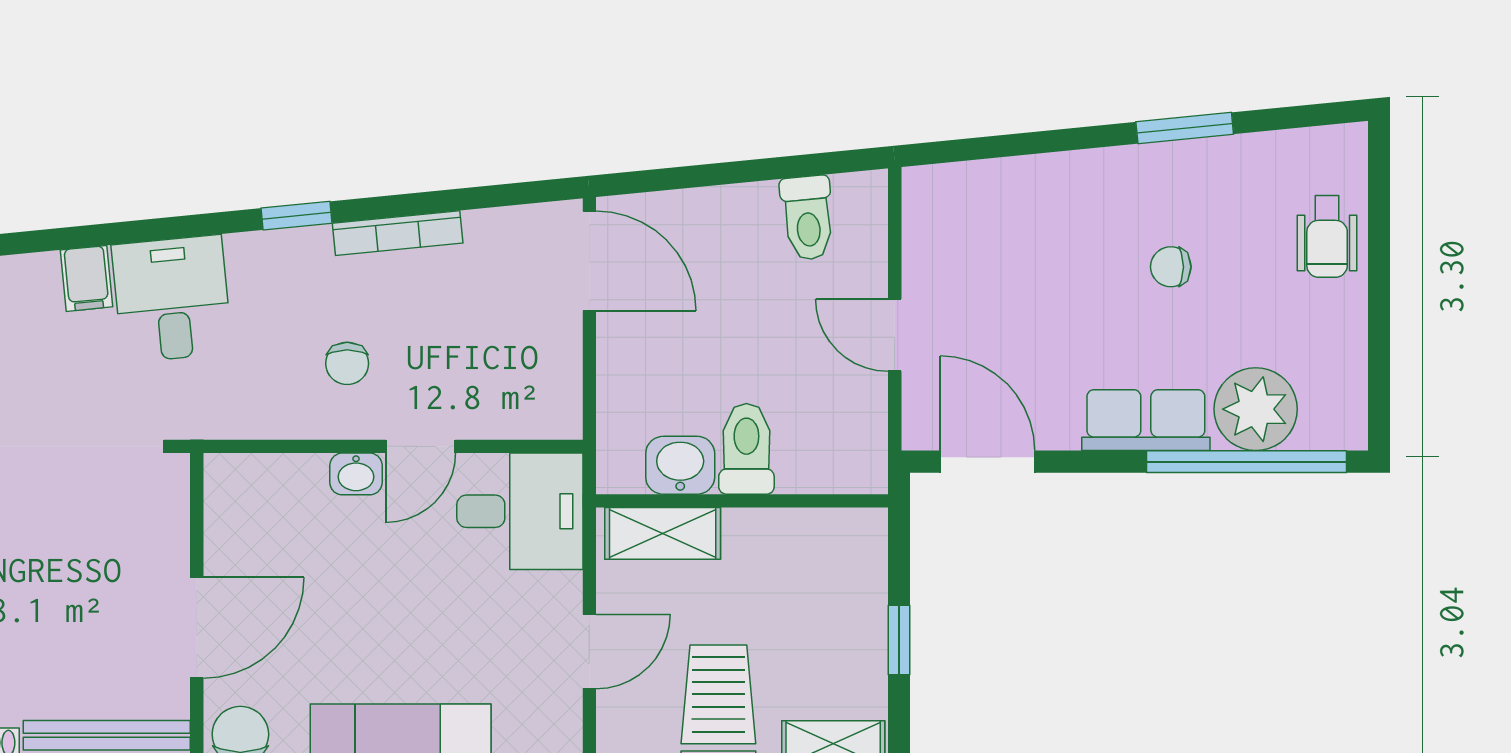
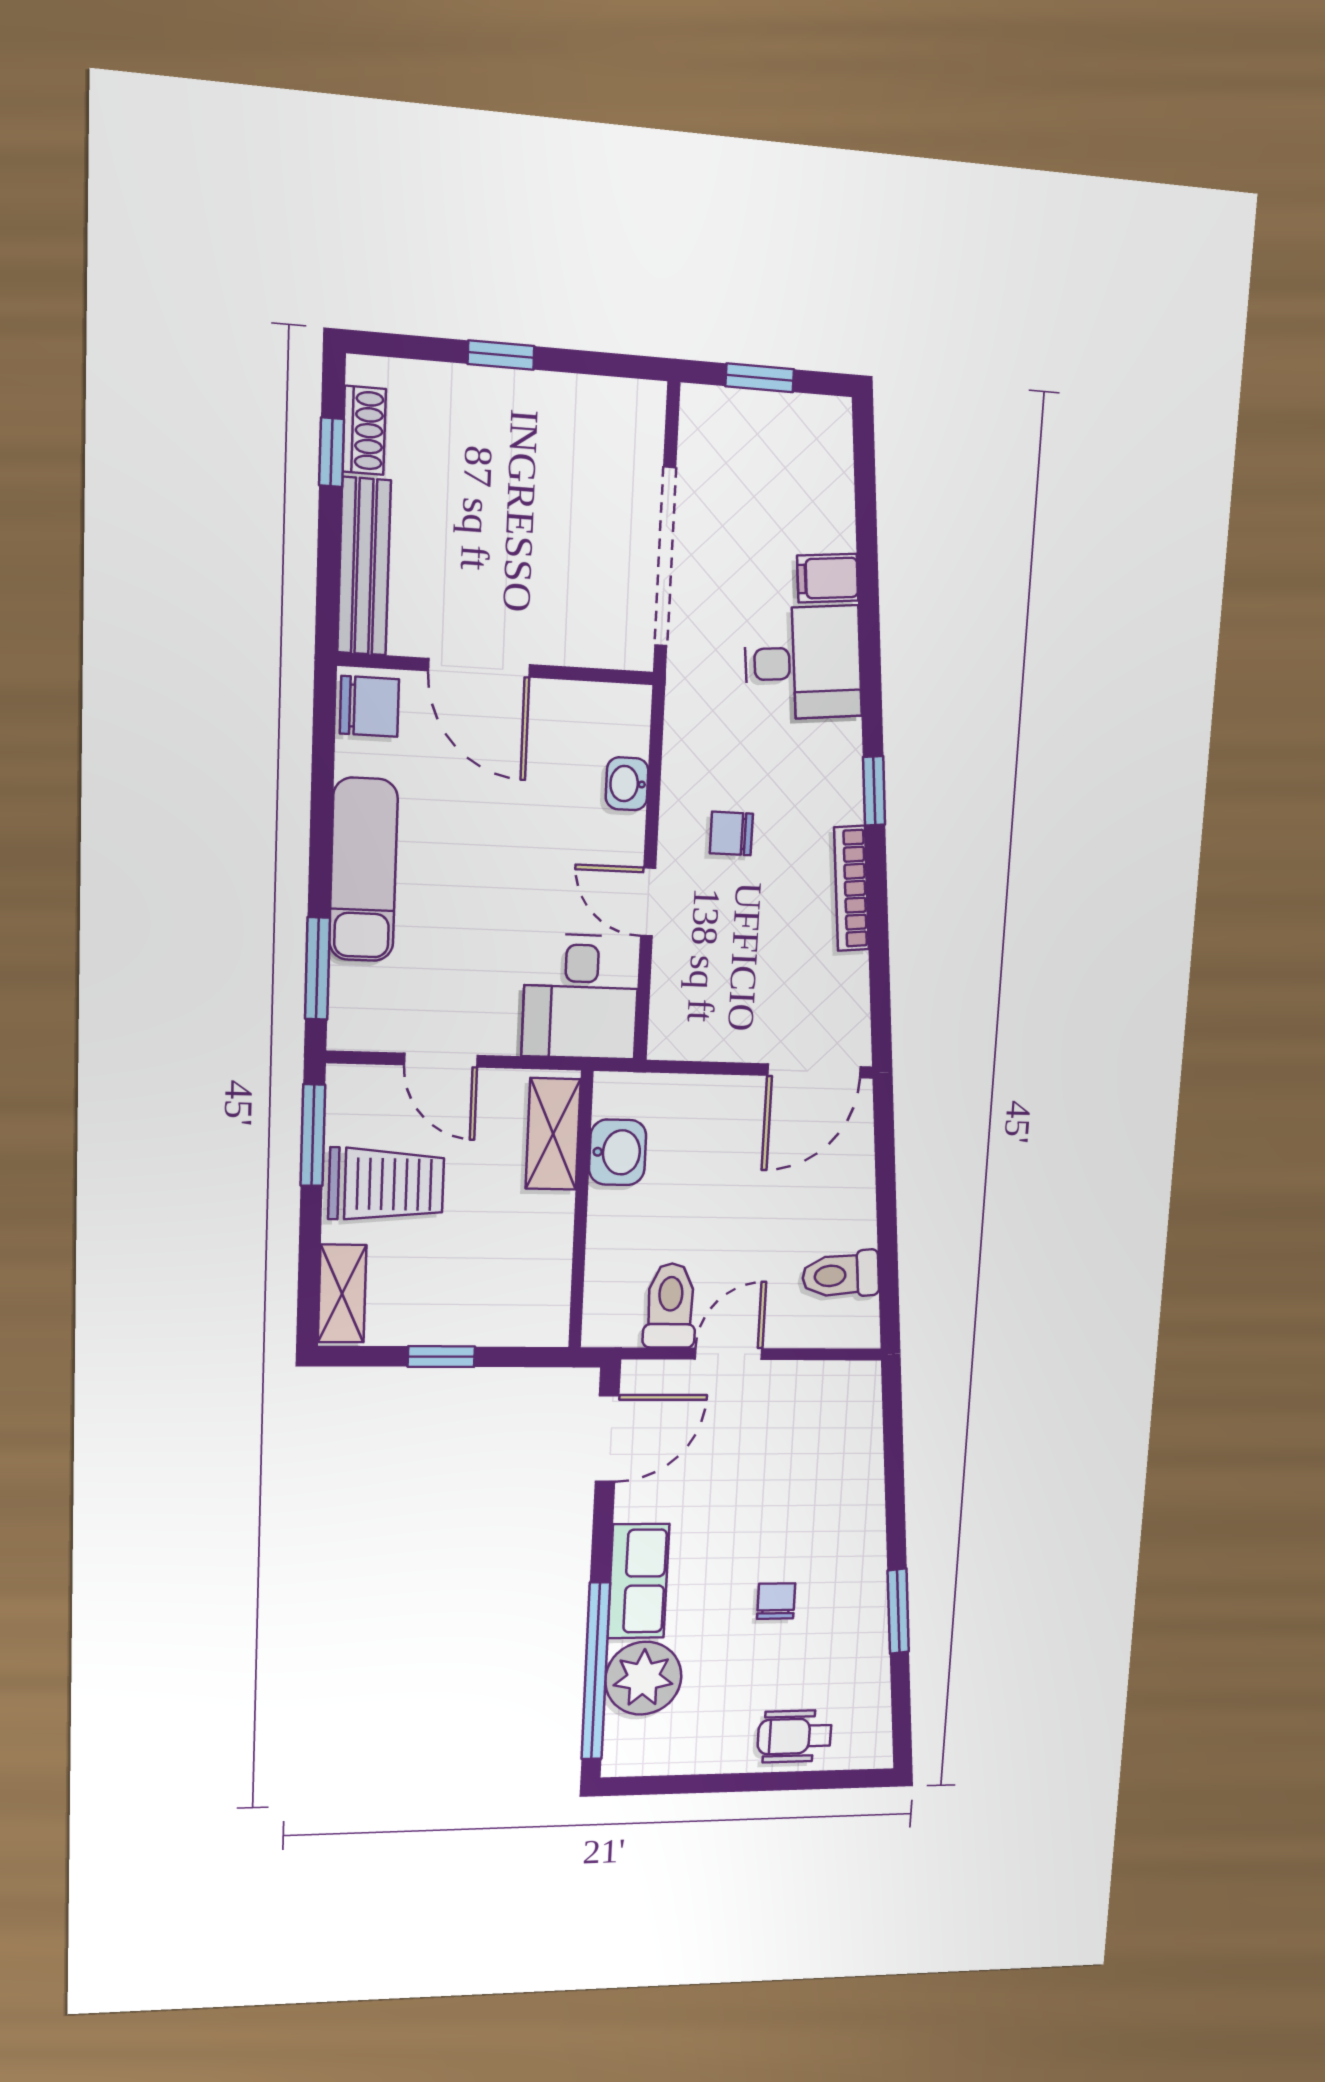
toilet: (746, 449) -> (670, 1306), moved, turned -90
washbasin: (356, 474) -> (627, 784), moved

